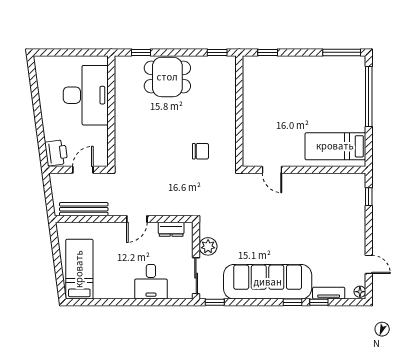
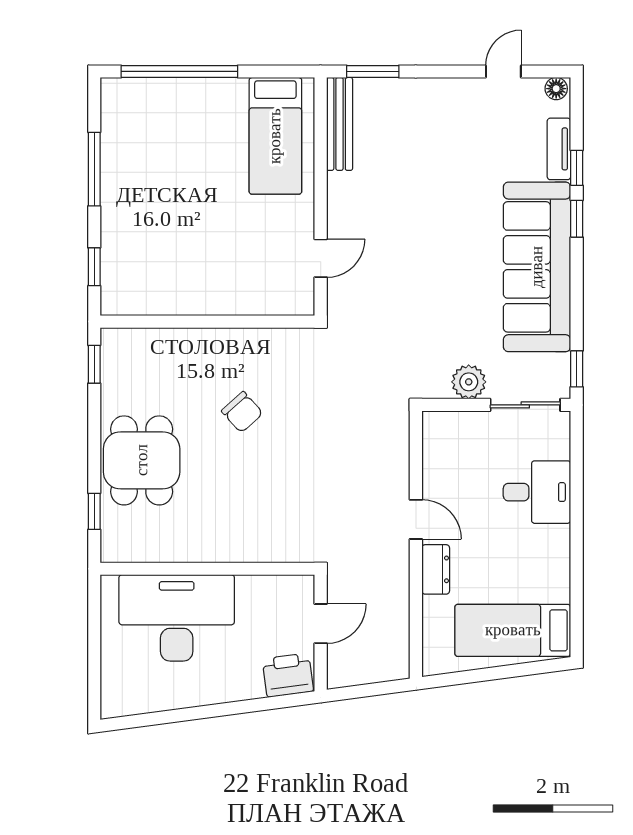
window: (342, 52) -> (94, 169), moved
chair: (200, 151) -> (242, 412), moved, turned 138
door: (83, 170) -> (321, 624), swing flipped
window: (369, 197) -> (373, 71), width x1.50
bench: (84, 209) -> (340, 124), moved
dresser: (171, 229) -> (436, 569), moved

